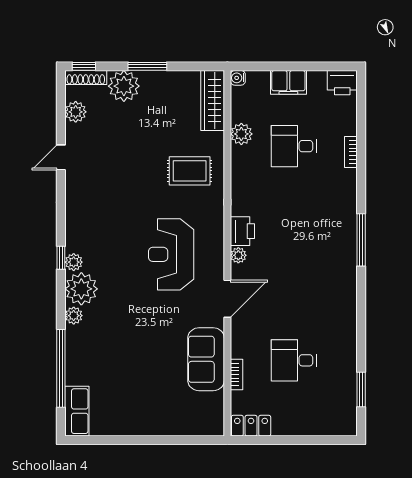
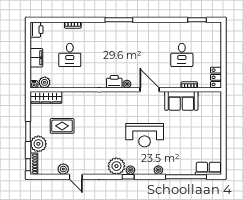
plant: (76, 112) -> (63, 169), moved
plant: (241, 134) -> (45, 82), moved
rug: (190, 171) -> (62, 126), moved, turned 90
reception desk: (171, 254) -> (145, 135), moved
plant: (81, 289) -> (116, 166), moved

